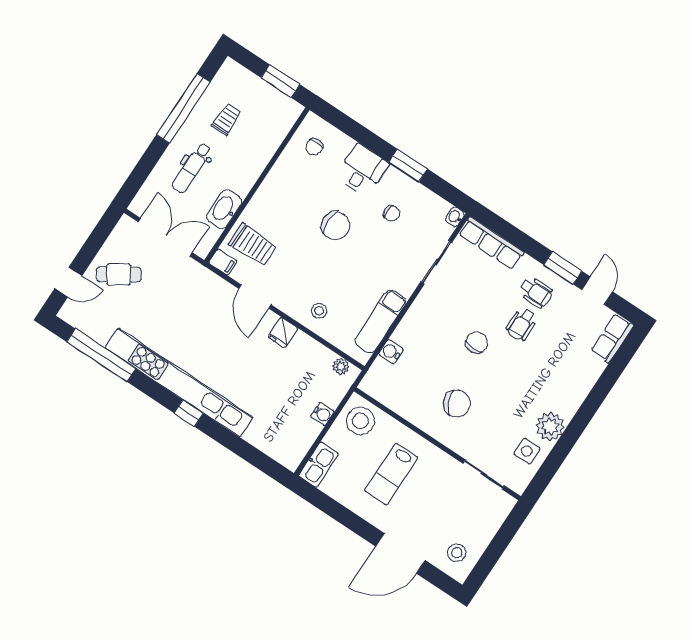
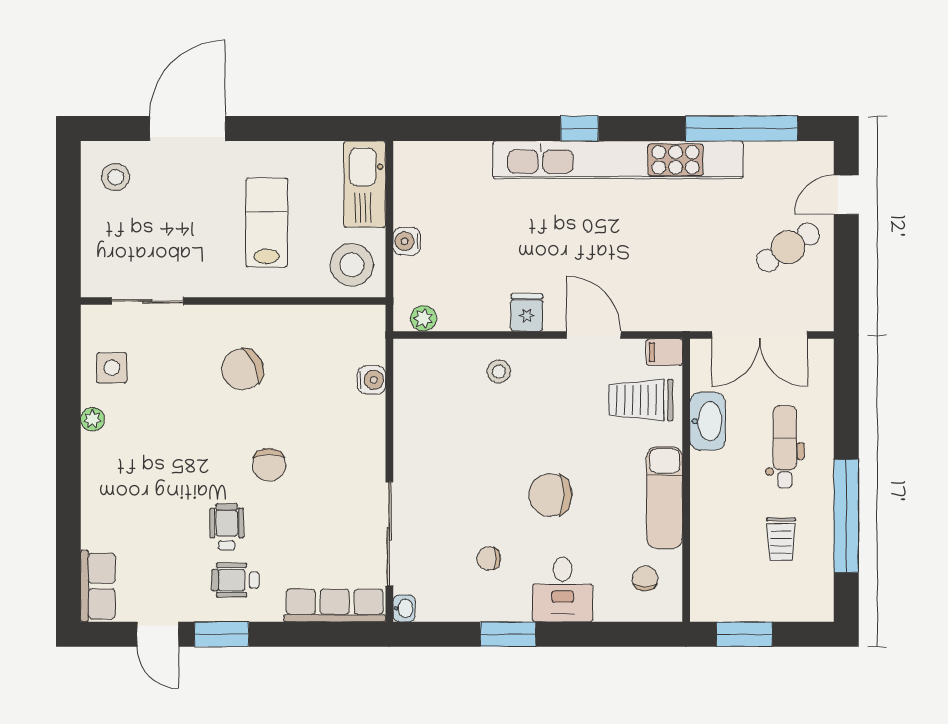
sliding door: (436, 262) -> (389, 534), width x1.37
exam couch: (380, 321) -> (665, 498), moved, turned 180
plant: (550, 427) -> (92, 419), width x0.53, depth x0.53
kitchen sink: (318, 465) -> (365, 184), width x1.36, depth x1.24

